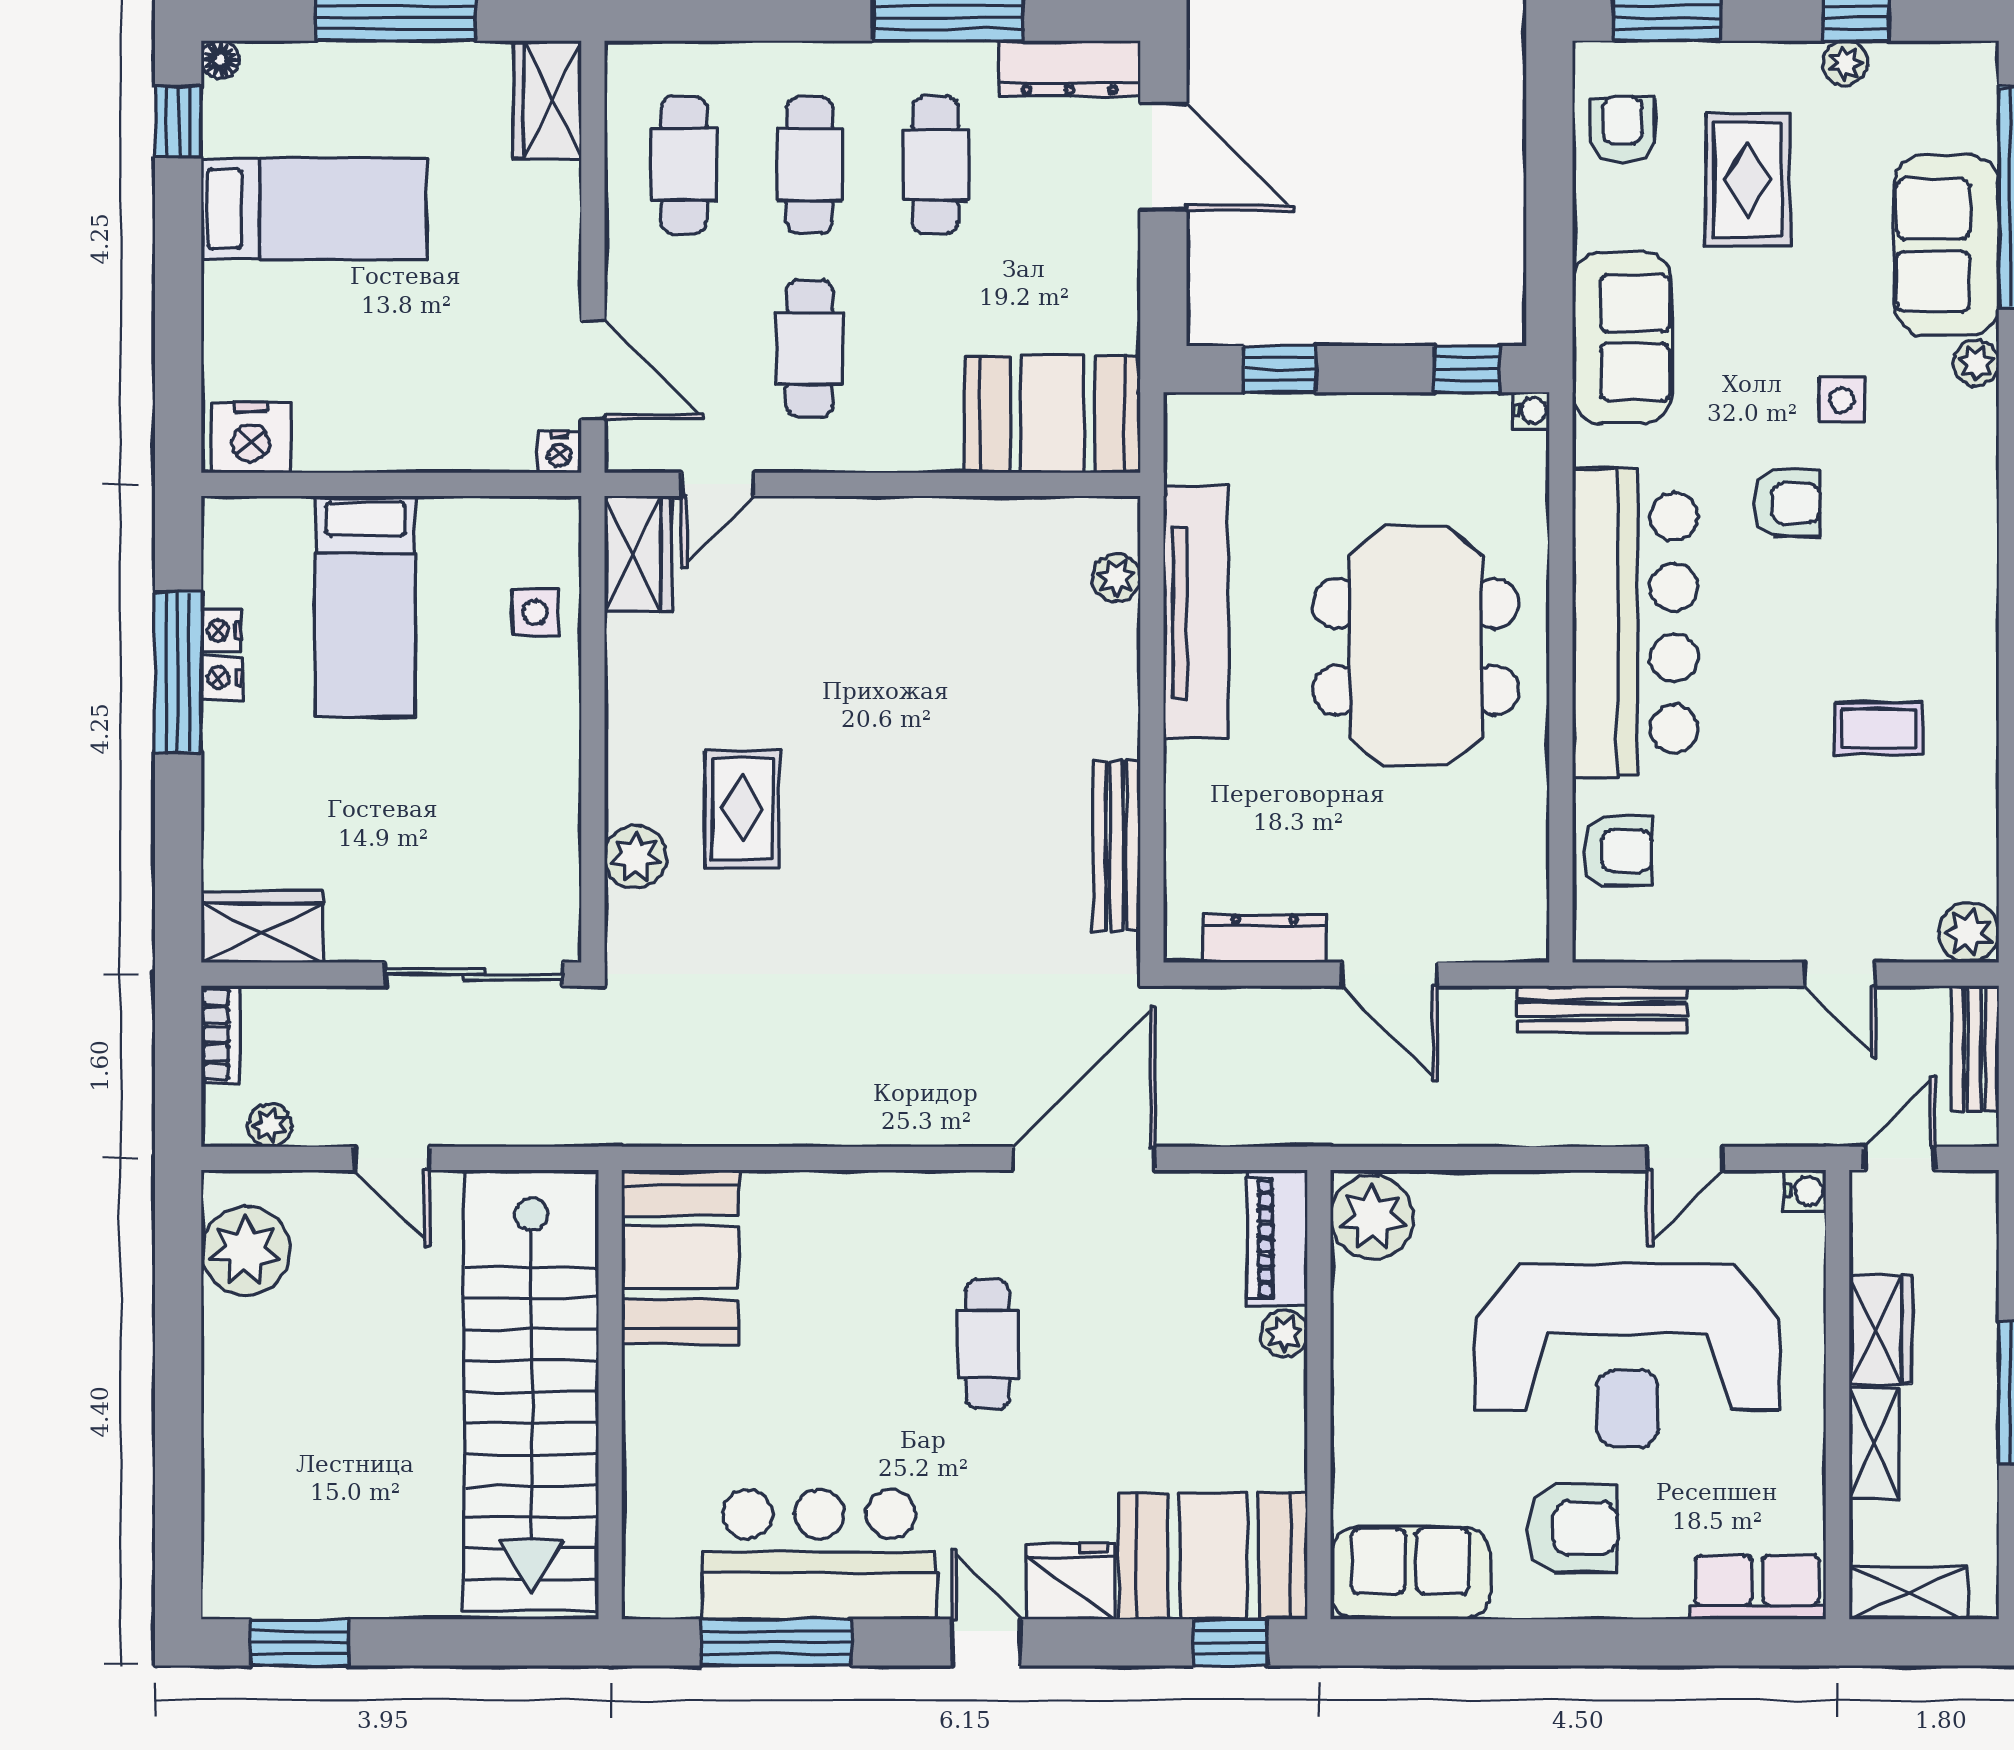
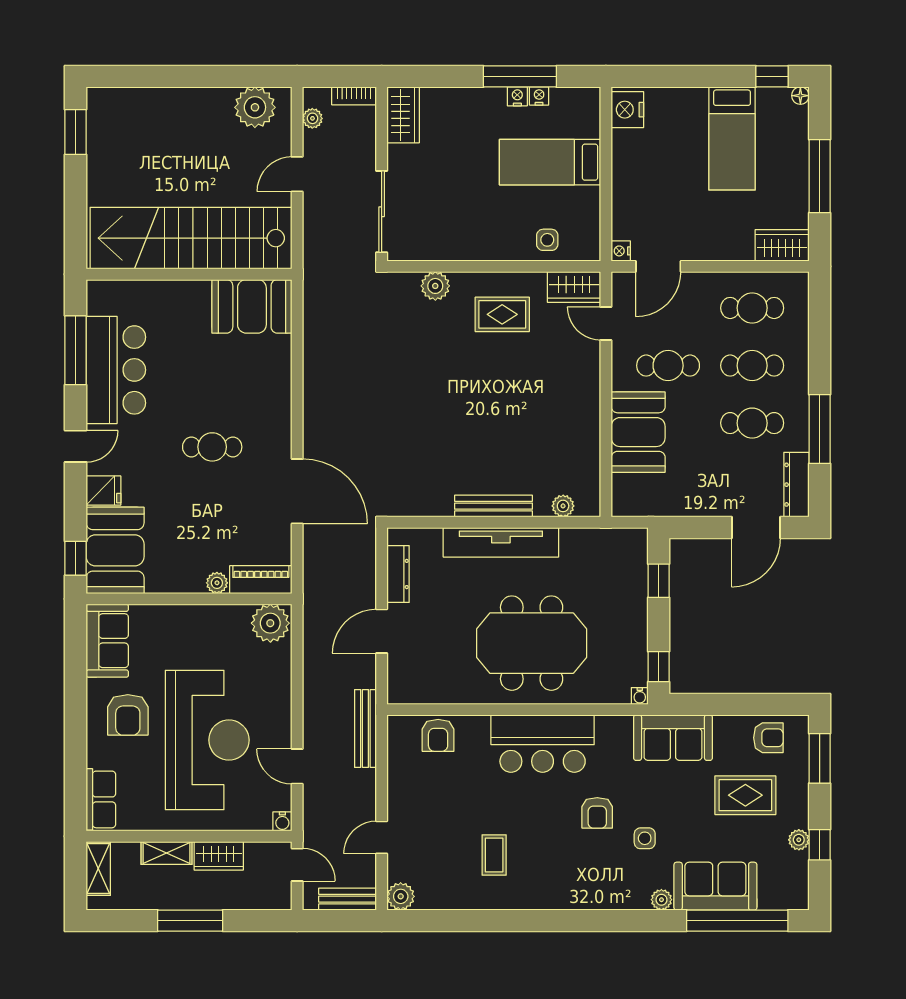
booth: (1053, 414) -> (638, 432), moved
tv unit: (1196, 612) -> (501, 542), moved
bar counter: (1635, 623) -> (543, 744), width x0.73
rug: (742, 809) -> (502, 314), moved
bench: (1117, 846) -> (493, 506), moved
reception desk: (1627, 1355) -> (207, 740), turned 180
fridge: (1070, 1581) -> (103, 491), width x0.72

